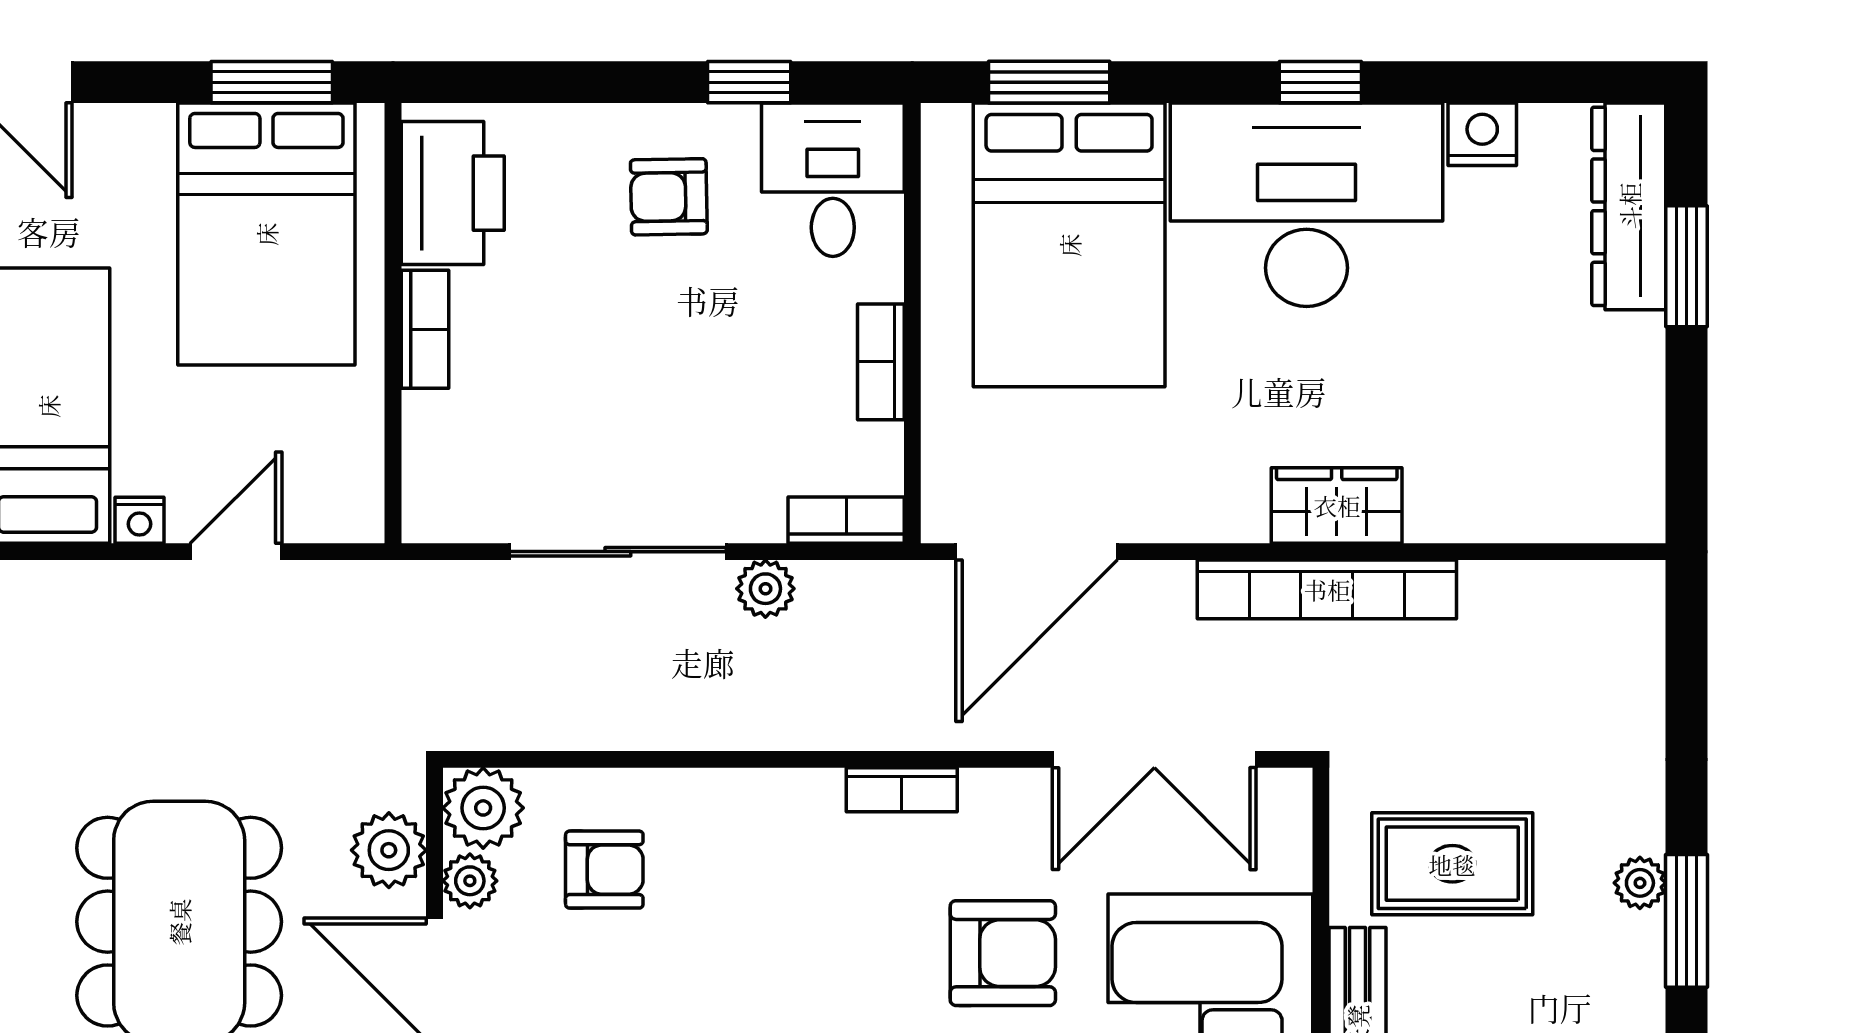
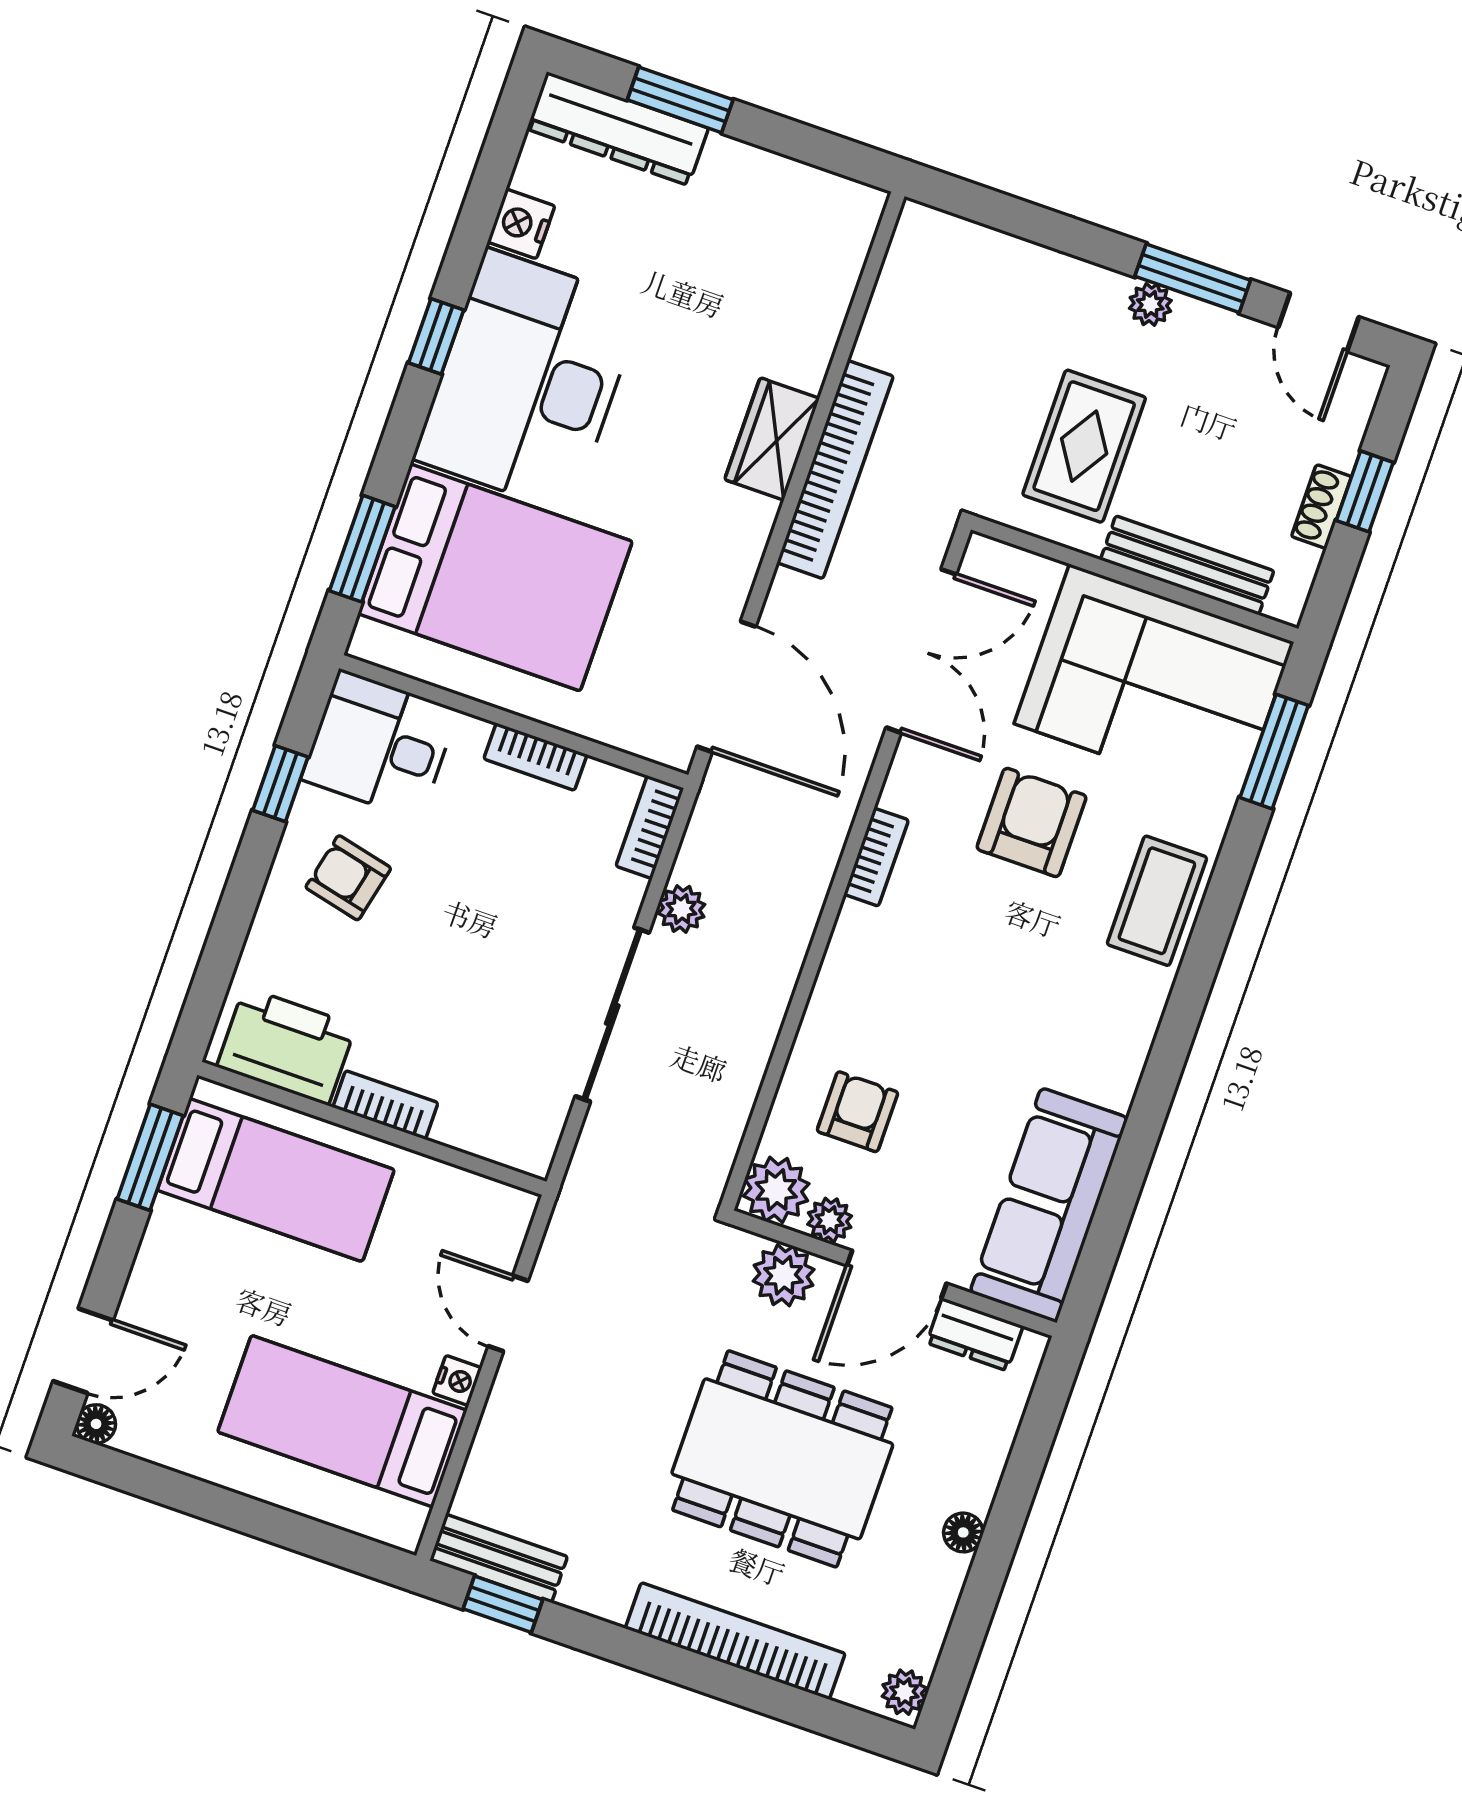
armchair: (669, 197) -> (348, 878), turned 104
bed: (266, 234) -> (276, 1180), width x0.67

